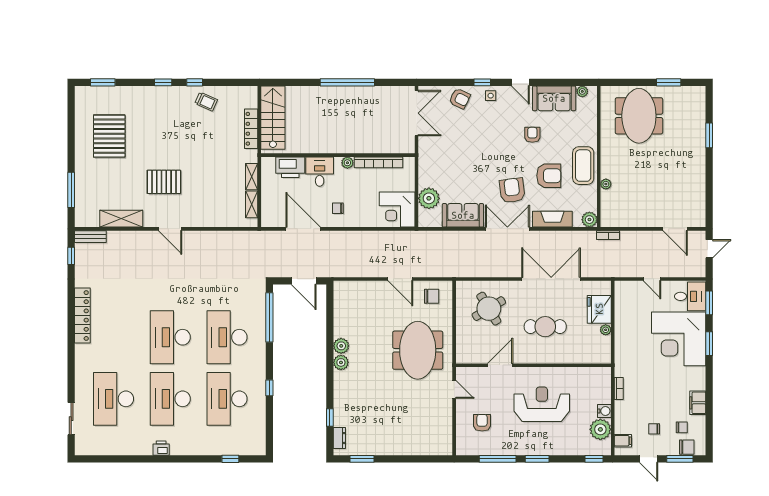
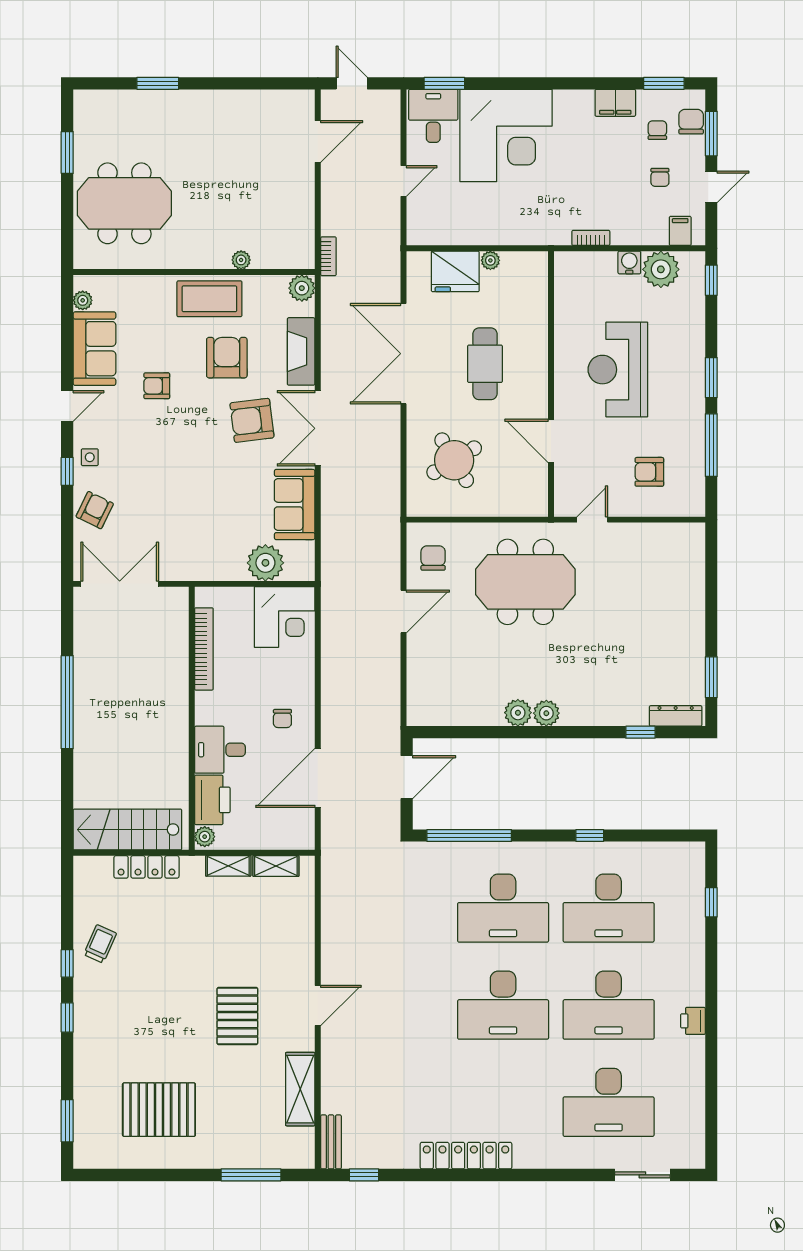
plant: (347, 163) -> (205, 837), moved
window: (709, 344) -> (664, 83), moved
dresser: (339, 438) -> (676, 716), width x1.44

